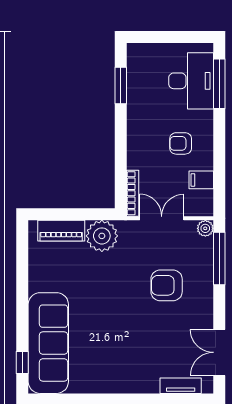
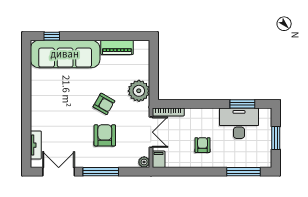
window: (170, 37) -> (276, 138), added
desk: (191, 81) -> (239, 123), moved, turned 180
filing cabinet: (201, 180) -> (159, 159), moved
piano: (61, 231) -> (117, 47), moved, turned -90
window: (219, 258) -> (101, 172), moved
armchair: (121, 287) -> (104, 104), added

